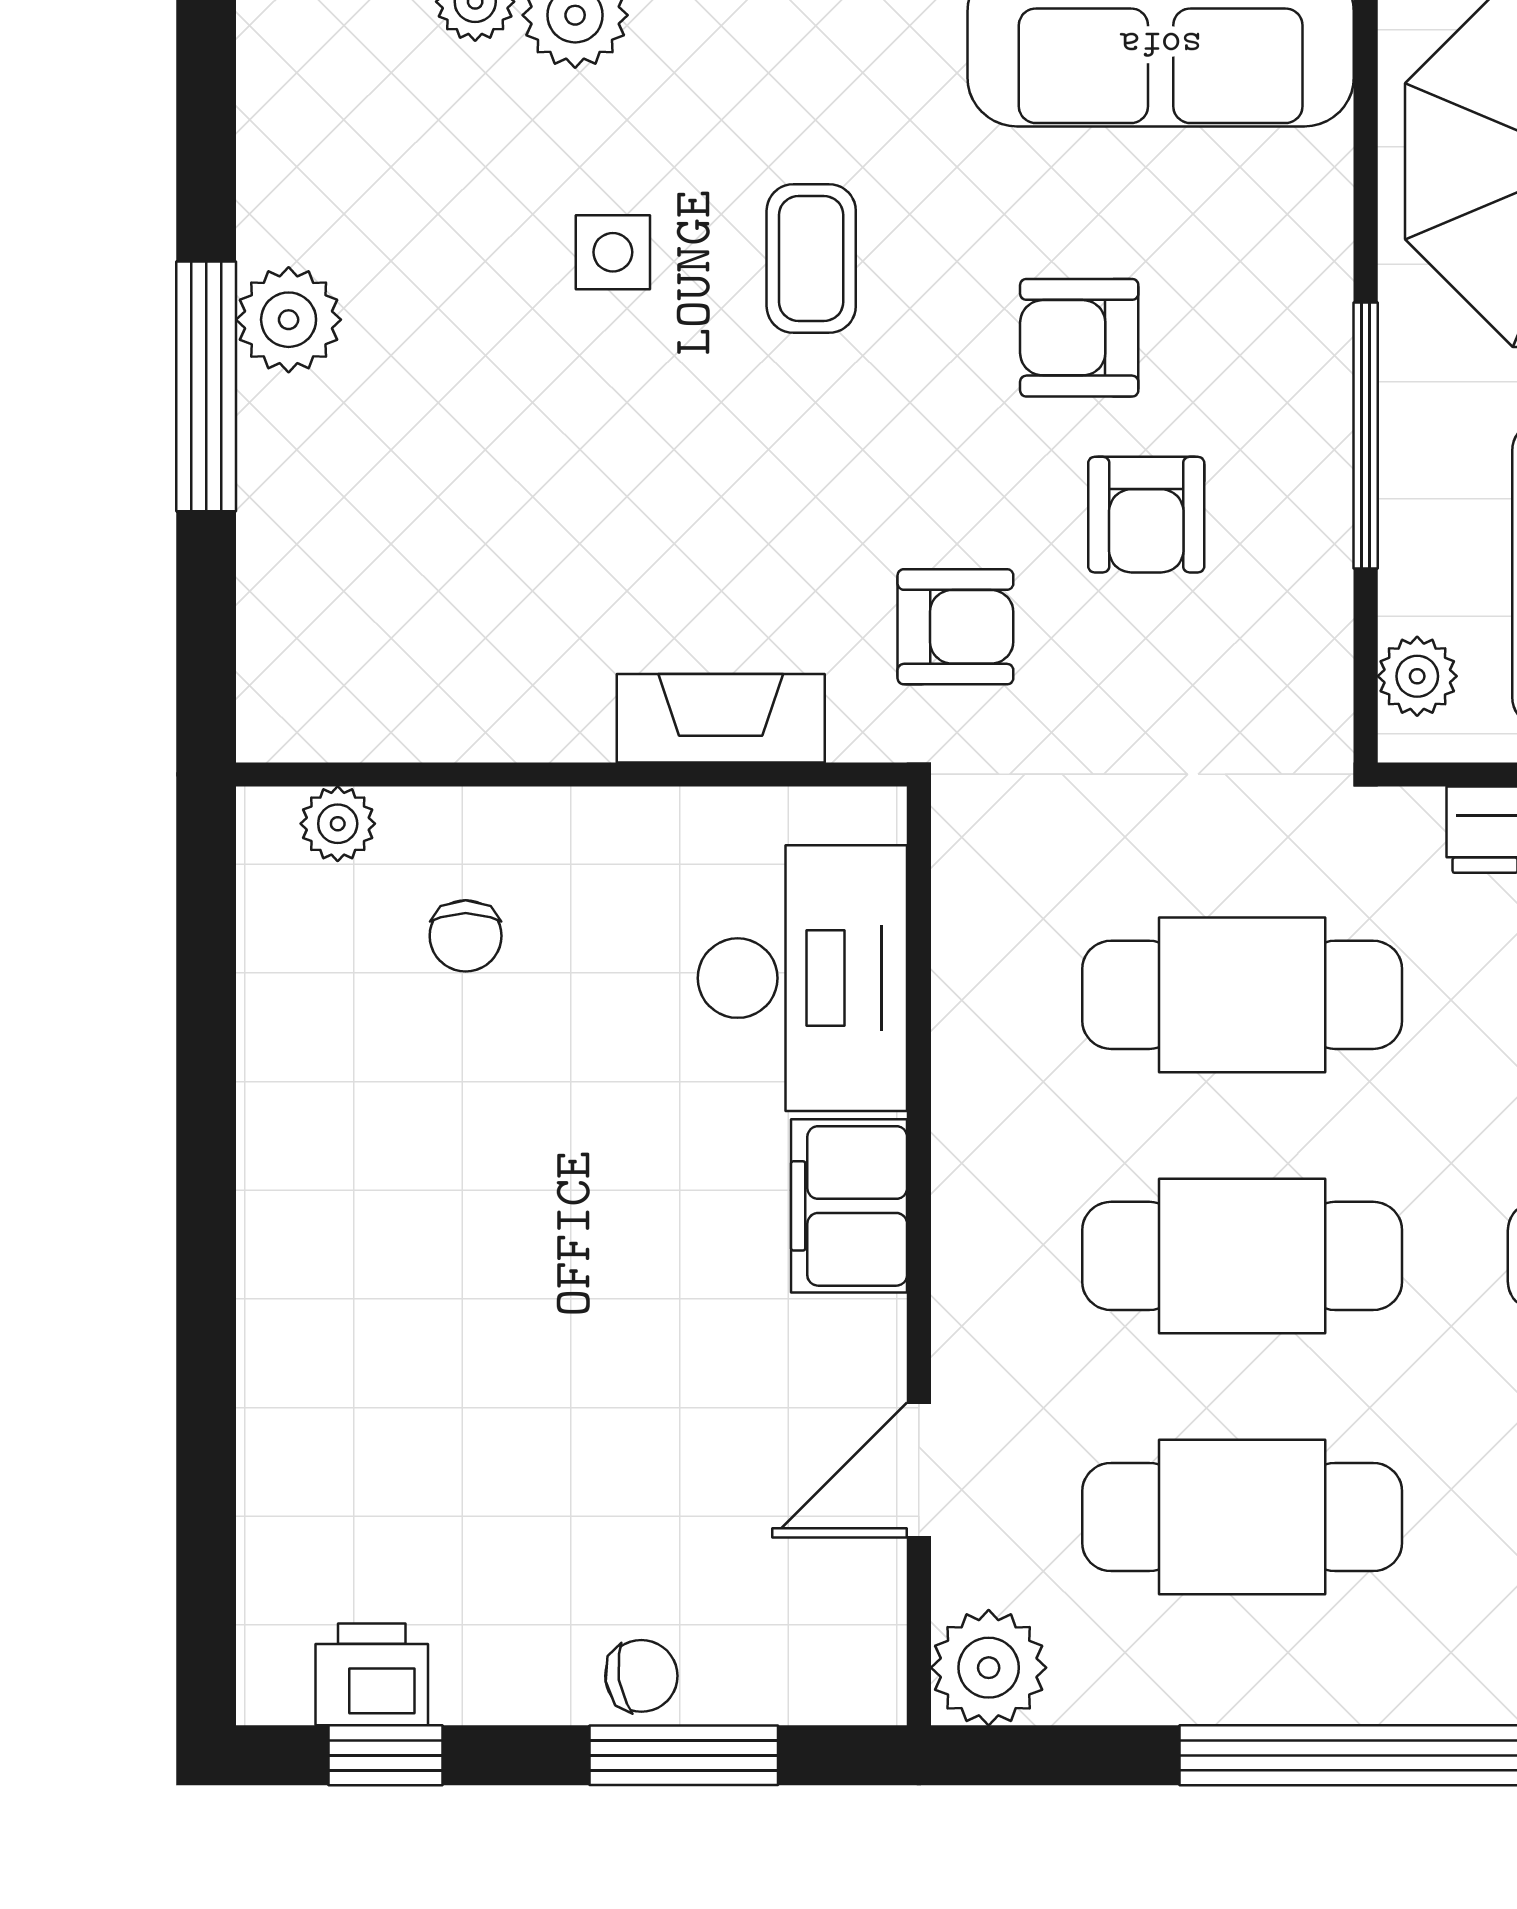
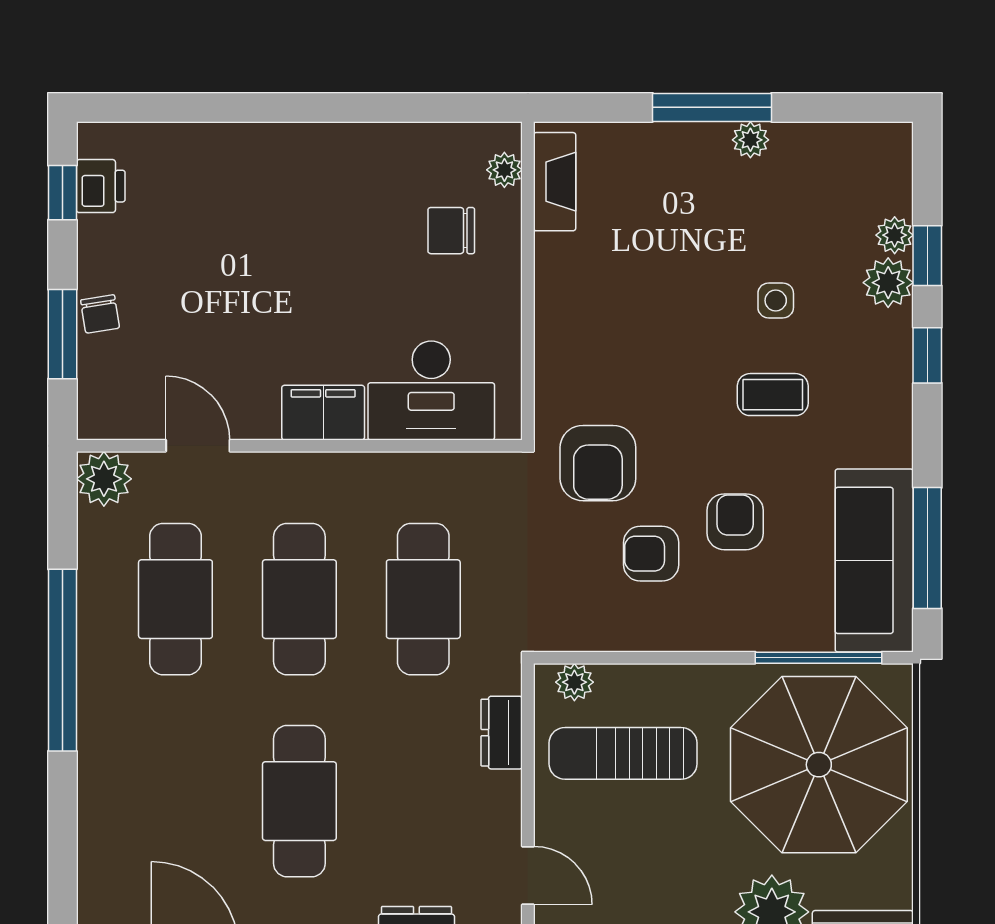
plant: (289, 320) -> (750, 140), width x0.73, depth x0.73
window: (1366, 436) -> (818, 658), moved
armchair: (955, 627) -> (598, 463), width x1.38, depth x1.38
fireplace: (721, 718) -> (555, 182), moved
chair: (466, 936) -> (451, 231), width x1.37, depth x1.37

